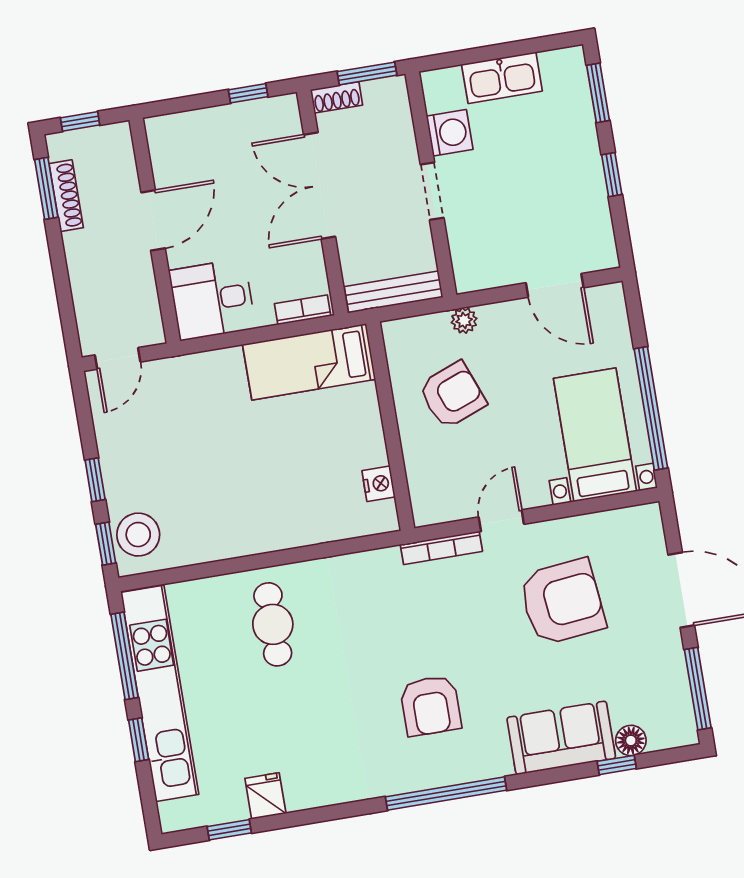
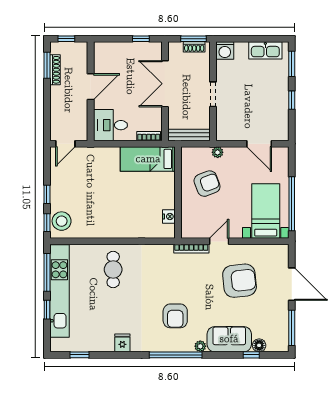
kitchen sink: (502, 78) -> (265, 50), moved
shoe rack: (337, 97) -> (194, 47), moved
washing machine: (450, 133) -> (225, 51), moved, turned 90
plant: (498, 765) -> (200, 346), added
fridge: (265, 796) -> (122, 343), moved

